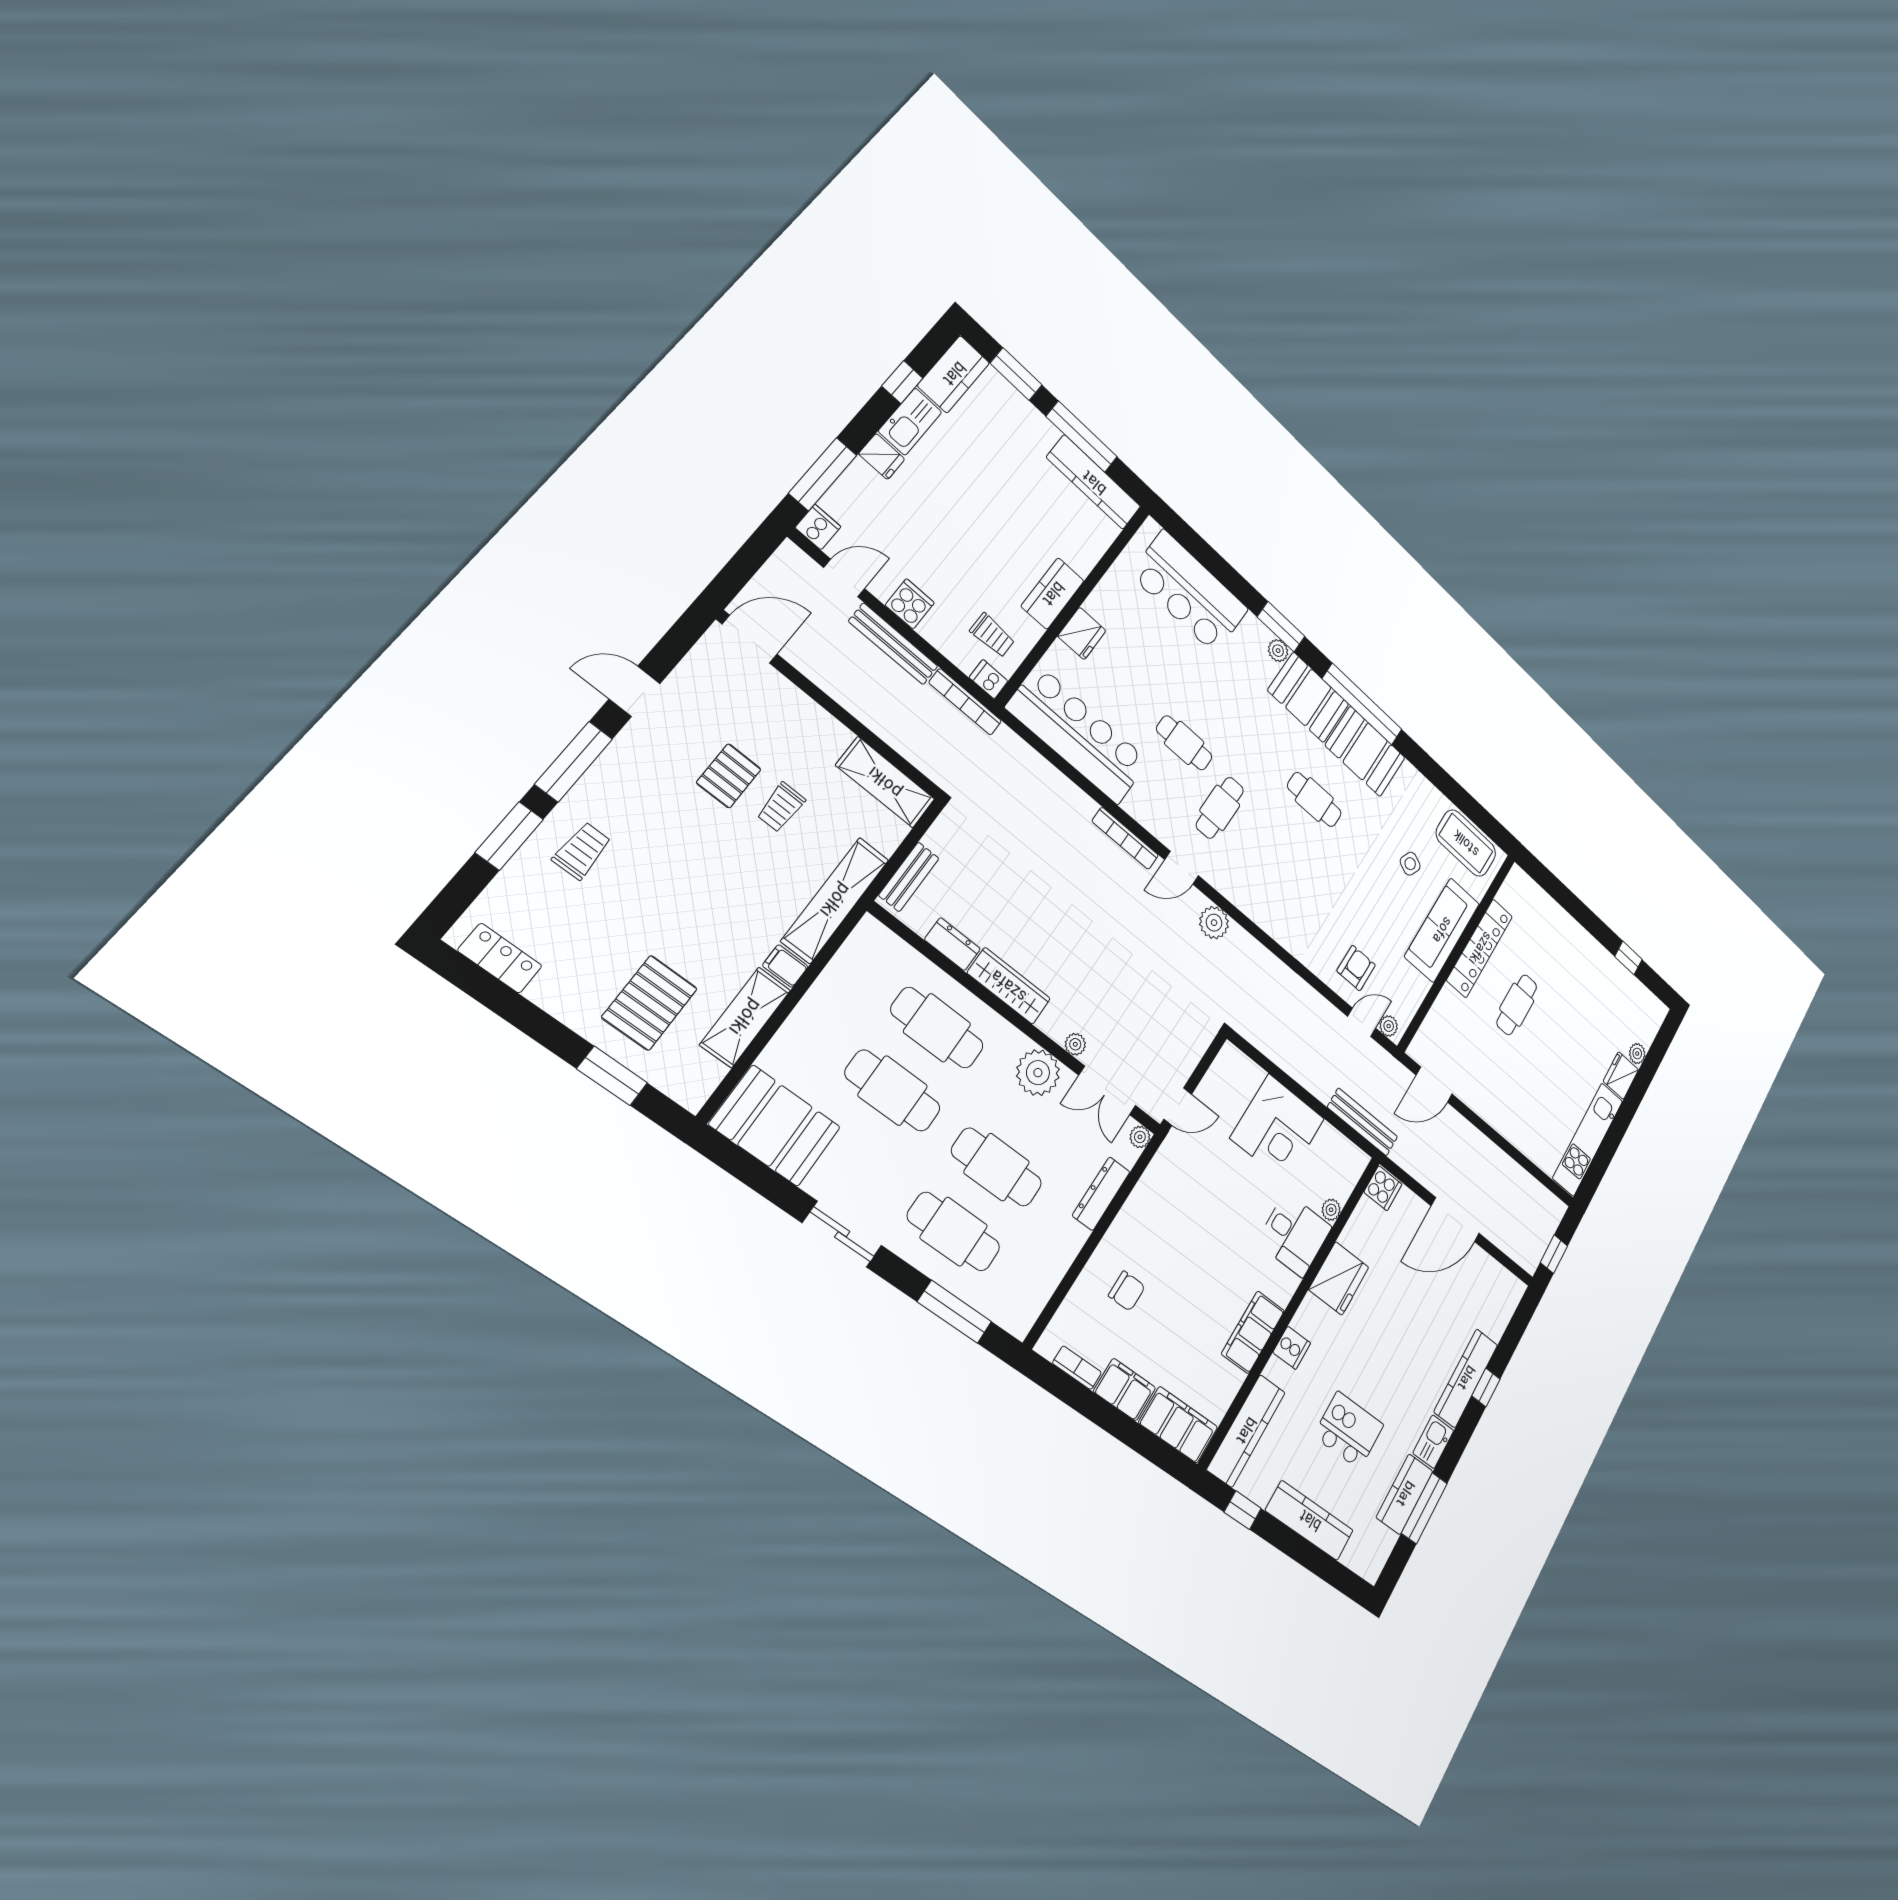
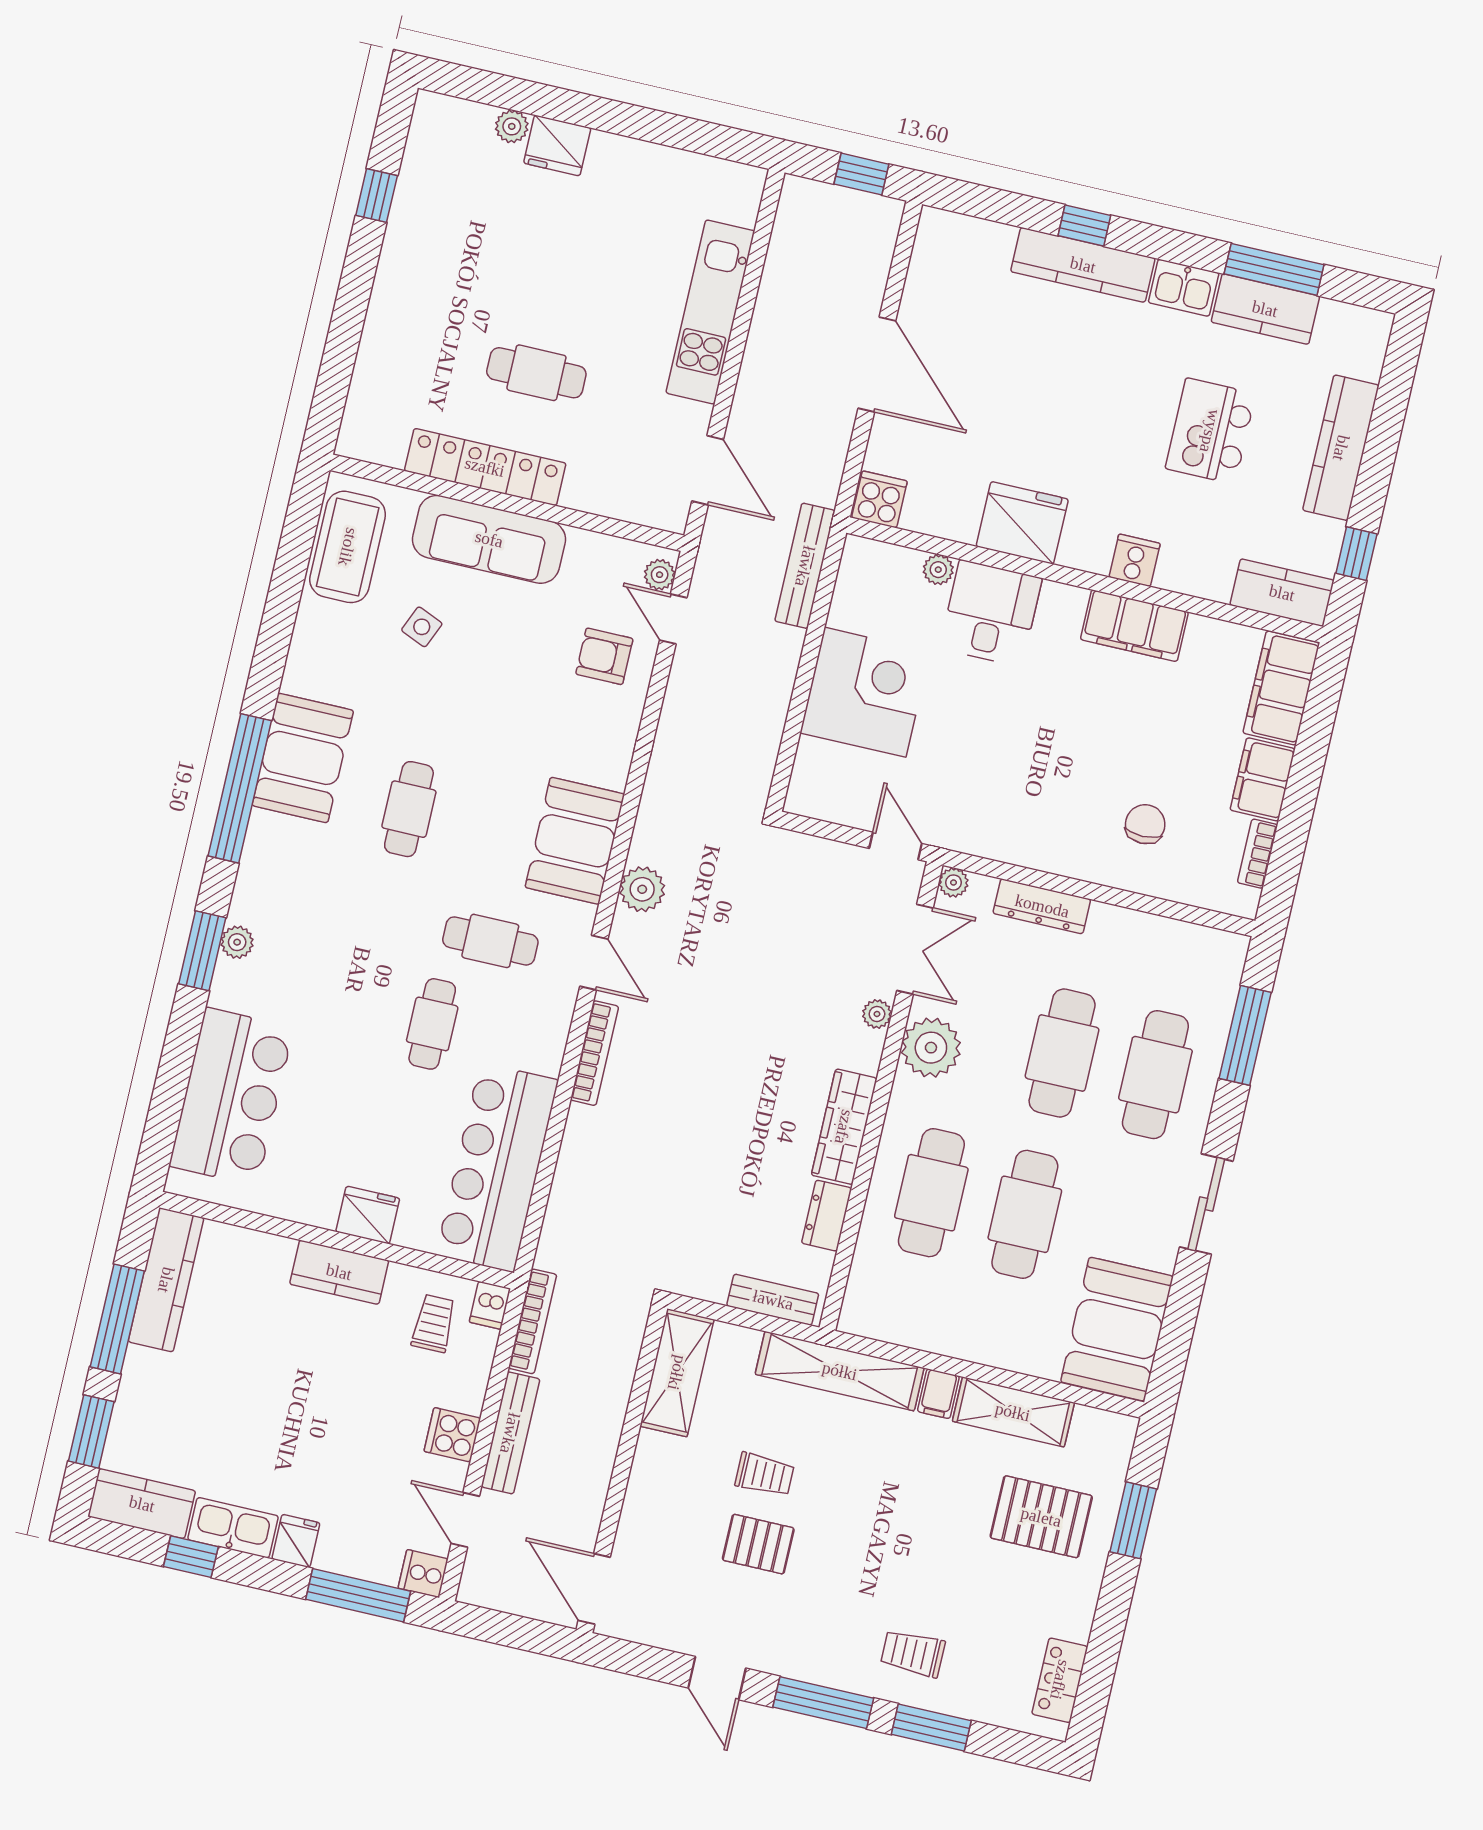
booth: (1308, 697) -> (575, 841), moved
kitchen unit: (1588, 1139) -> (710, 312), moved, turned 90
kitchen counter: (1246, 1431) -> (1282, 593), width x0.67

